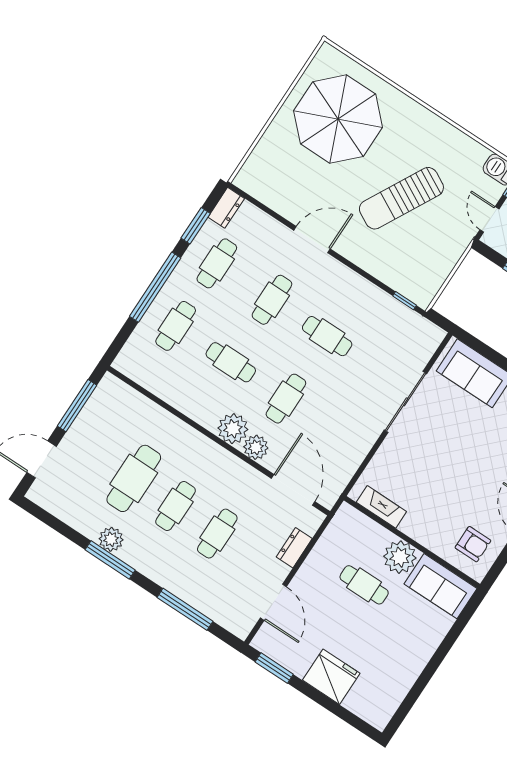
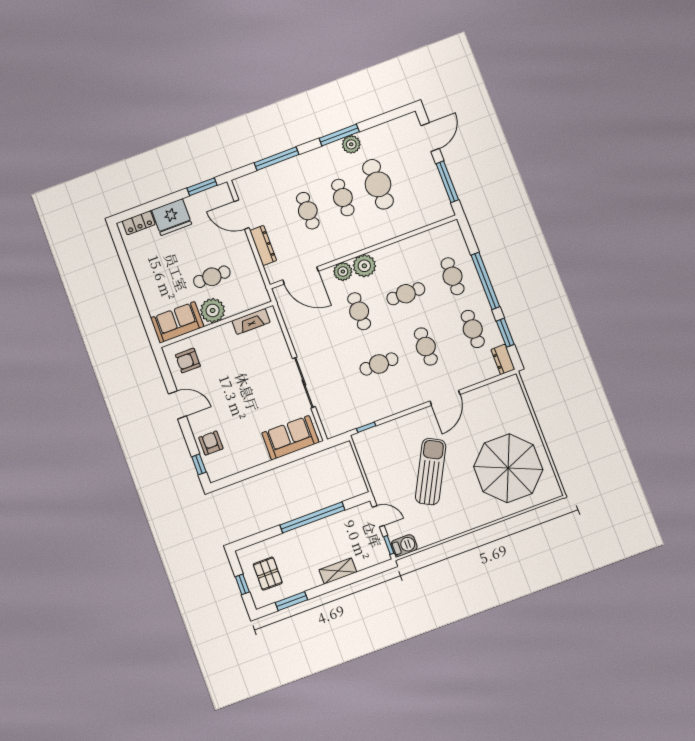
dresser: (294, 548) -> (263, 245), width x1.44
locker: (363, 708) -> (139, 223), added

